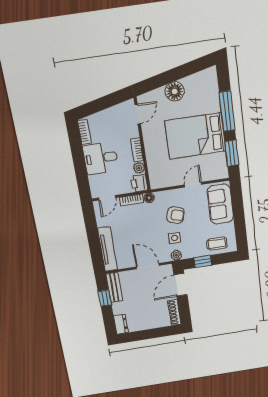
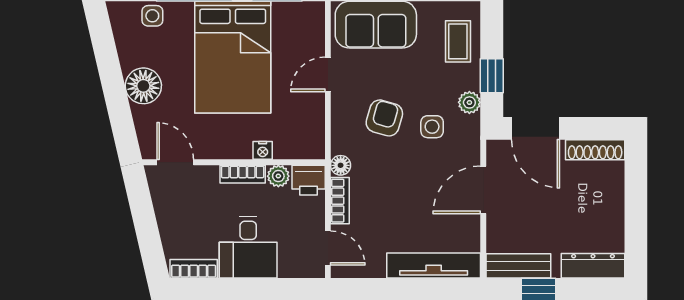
side table: (211, 91) -> (152, 16), added
nightstand: (151, 158) -> (263, 150), added
door: (193, 185) -> (328, 74), hinge flipped
plant: (176, 255) -> (469, 102), moved
dresser: (121, 324) -> (593, 266), width x1.44

